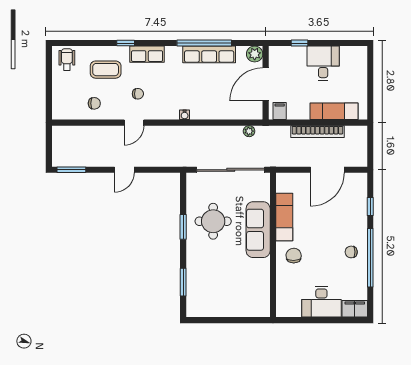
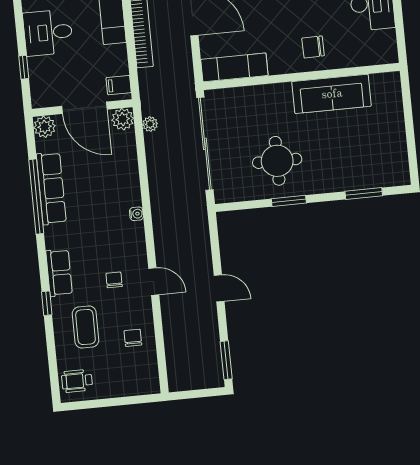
plant: (255, 112) -> (123, 119), added
exam couch: (284, 217) -> (234, 67), moved
sofa: (258, 230) -> (332, 94), moved

